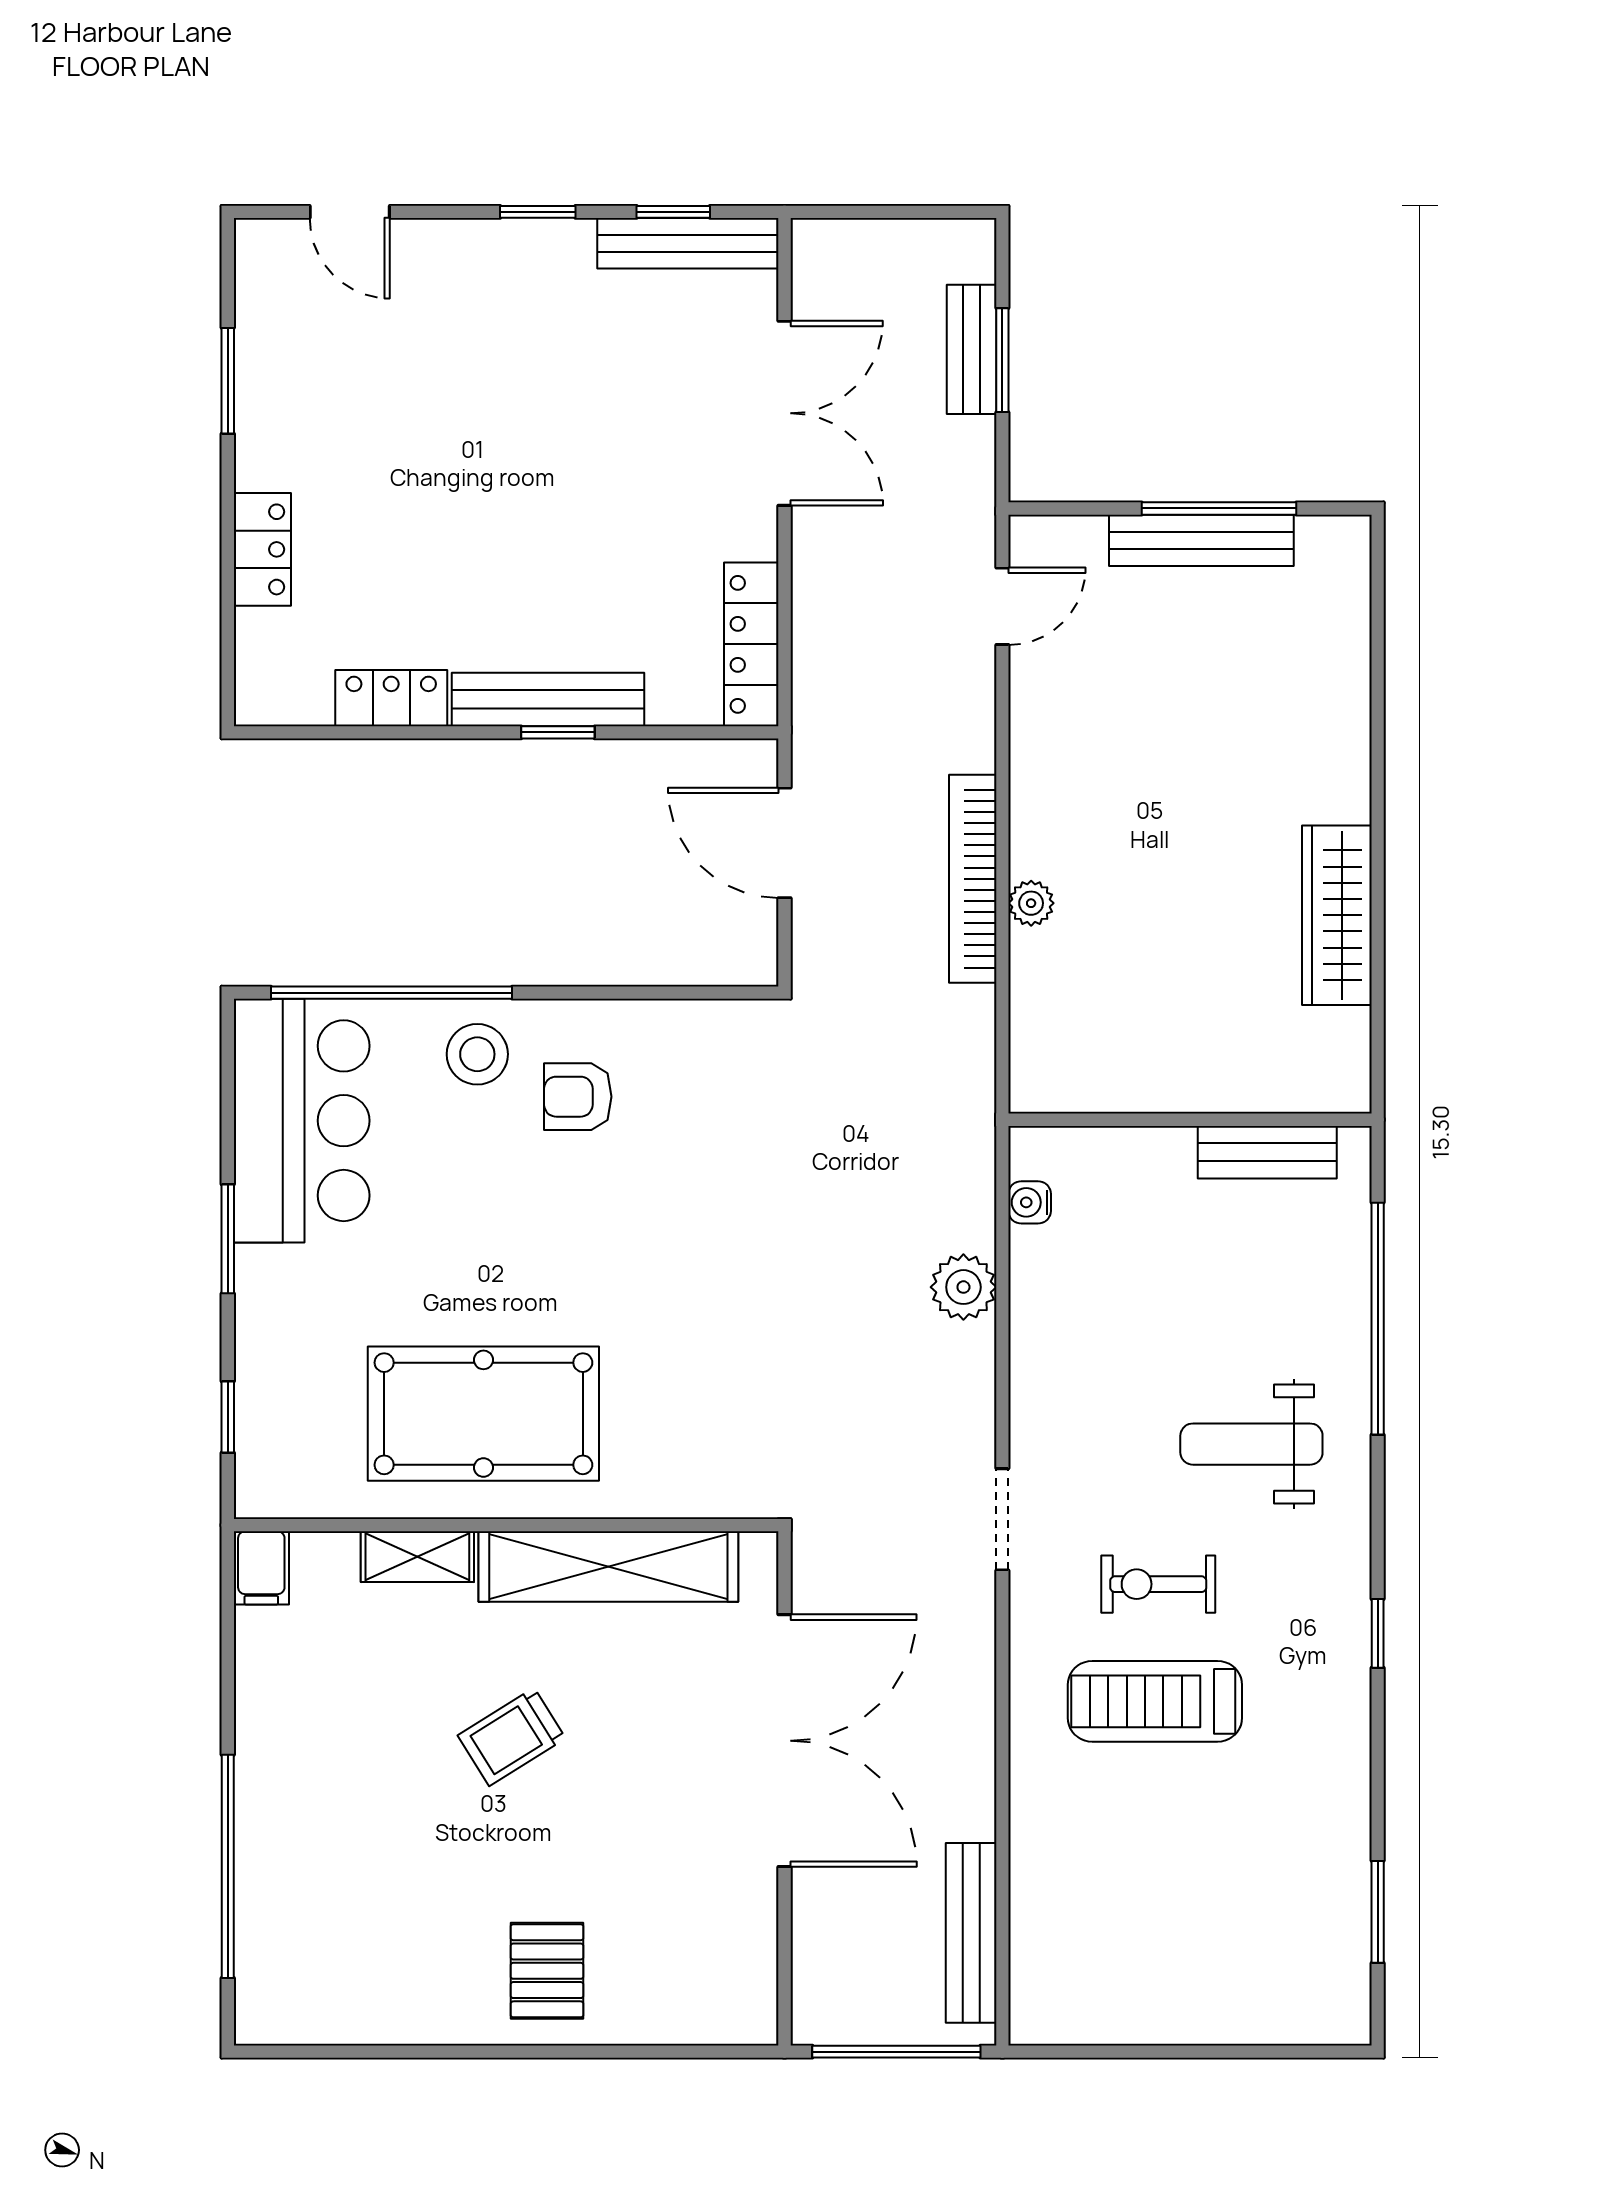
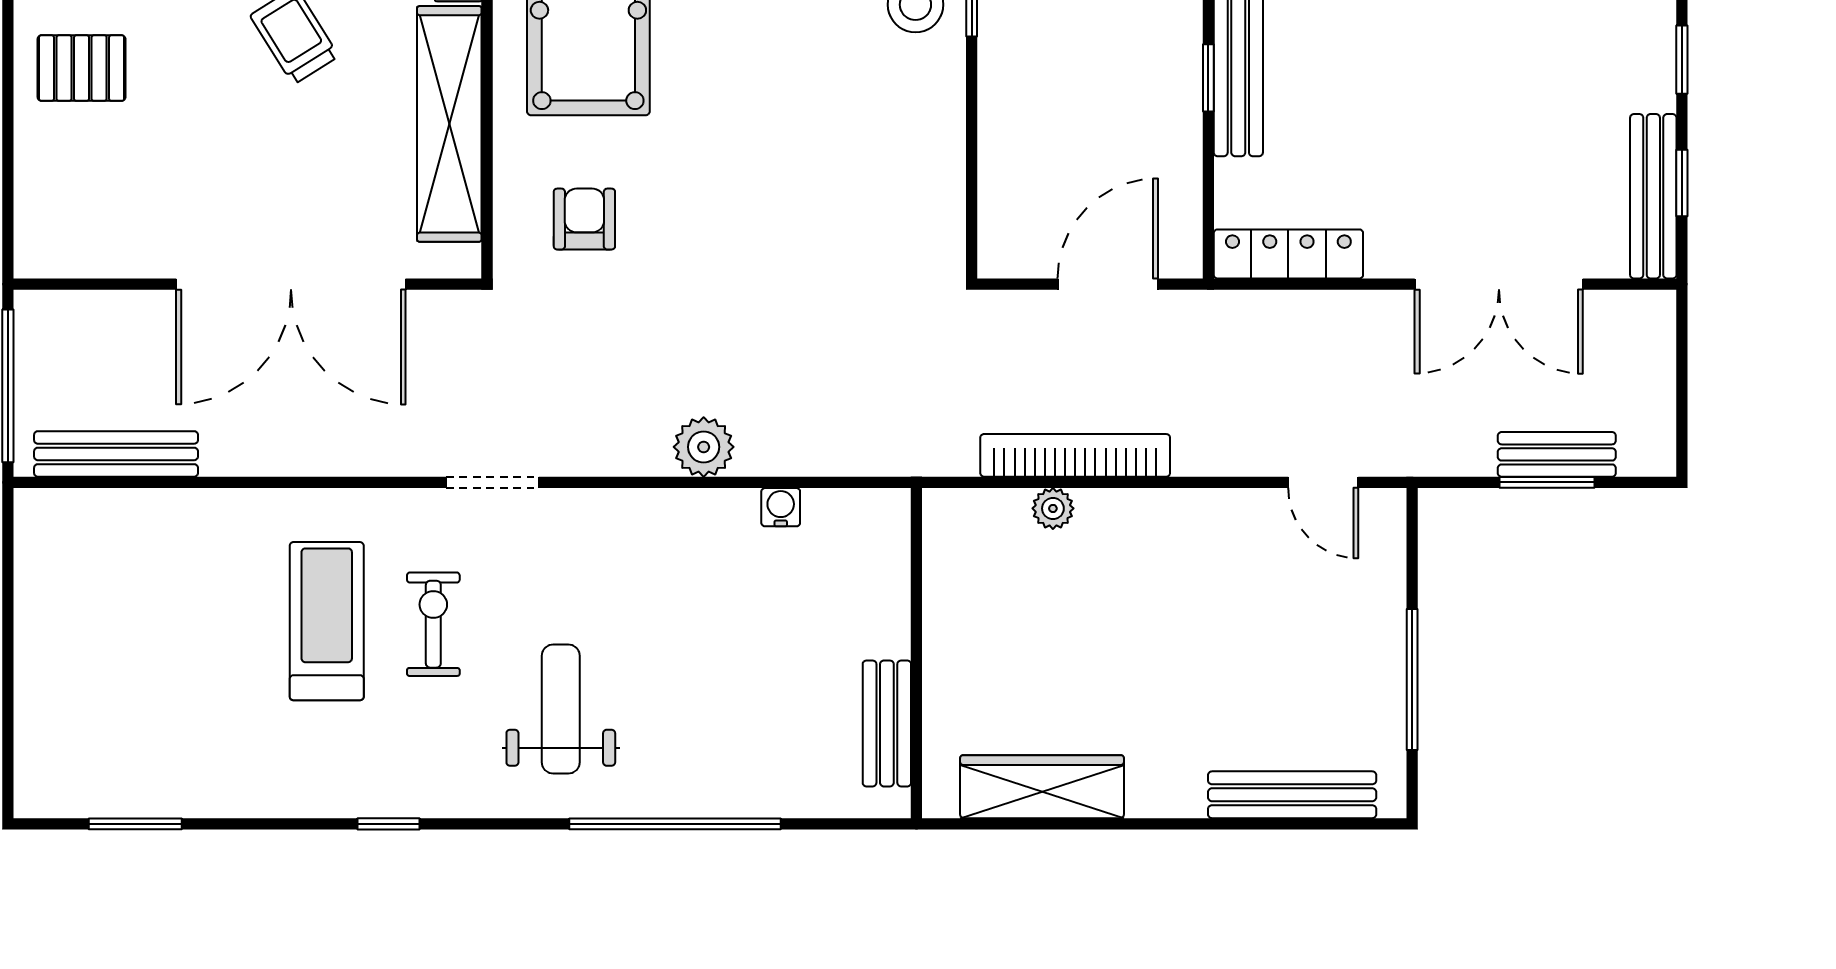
bench: (1201, 540) -> (1292, 795), moved, turned 90
armchair: (578, 1097) -> (584, 219), moved
wall: (1190, 1120) -> (916, 653), moved
bench: (1267, 1152) -> (887, 723), moved

